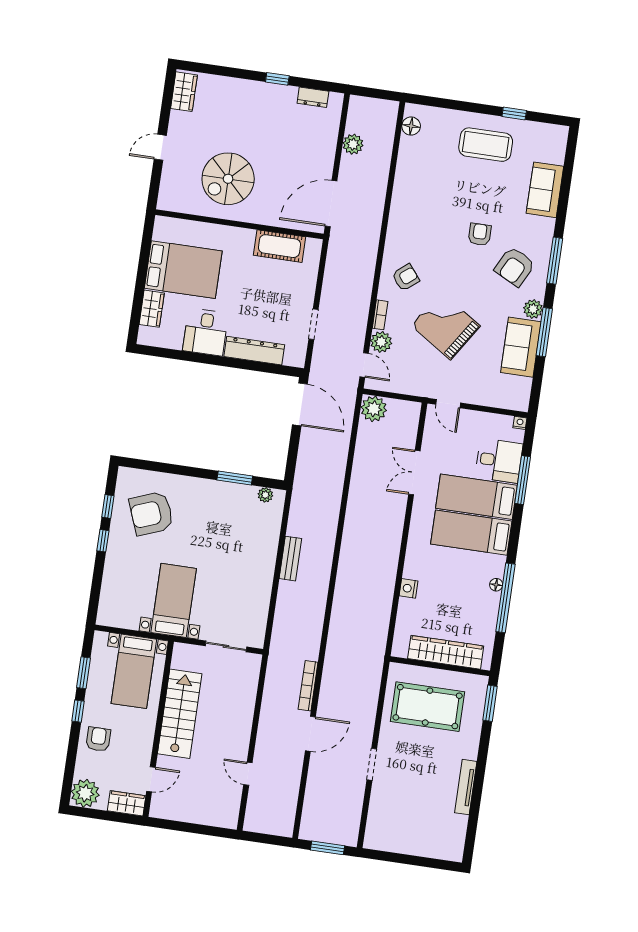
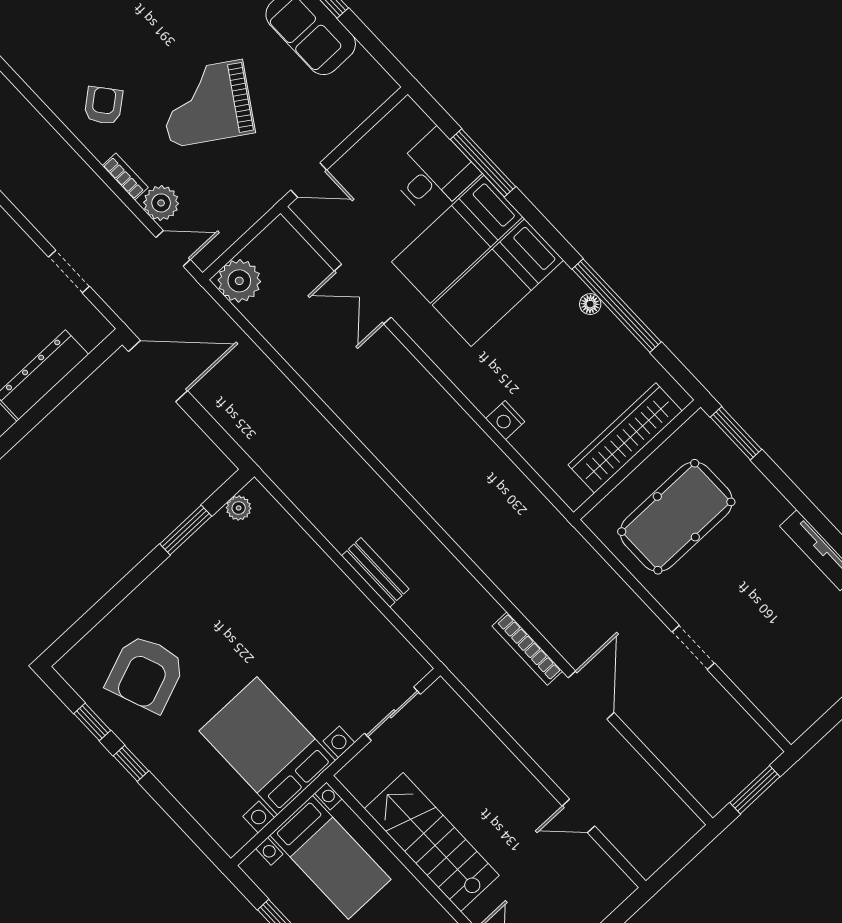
nightstand: (520, 423) -> (407, 108), removed
bench: (290, 559) -> (375, 572), moved
bed with nightstands: (174, 600) -> (267, 746), width x1.36

